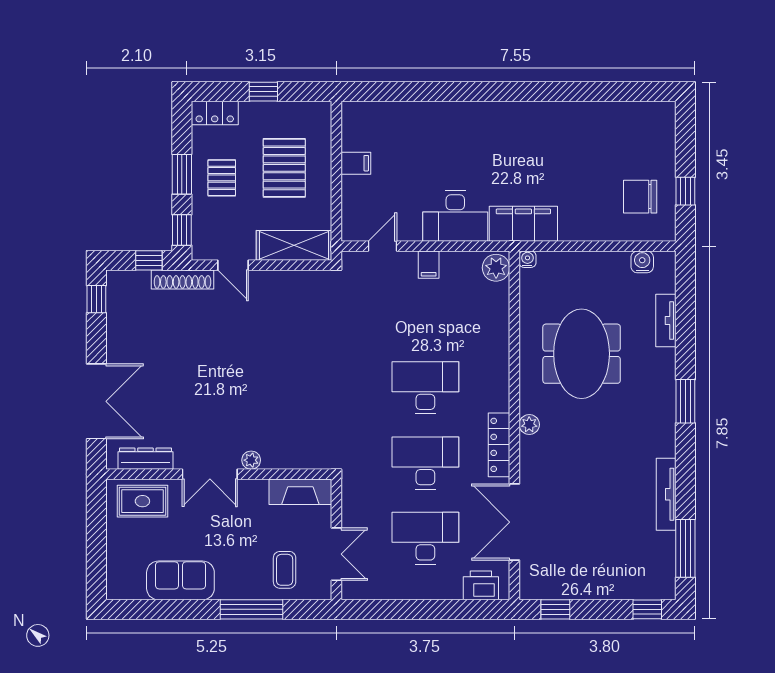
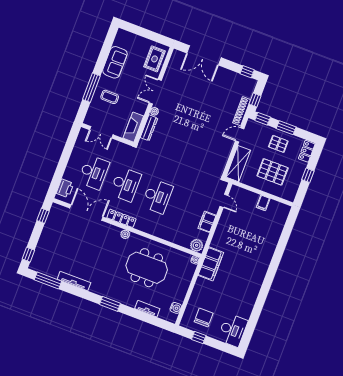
desk: (455, 216) -> (233, 330), moved, turned 180
filing cabinet: (429, 265) -> (207, 222), width x2.00
dresser: (145, 459) -> (149, 128), moved
coffee table: (285, 570) -> (110, 97), moved

